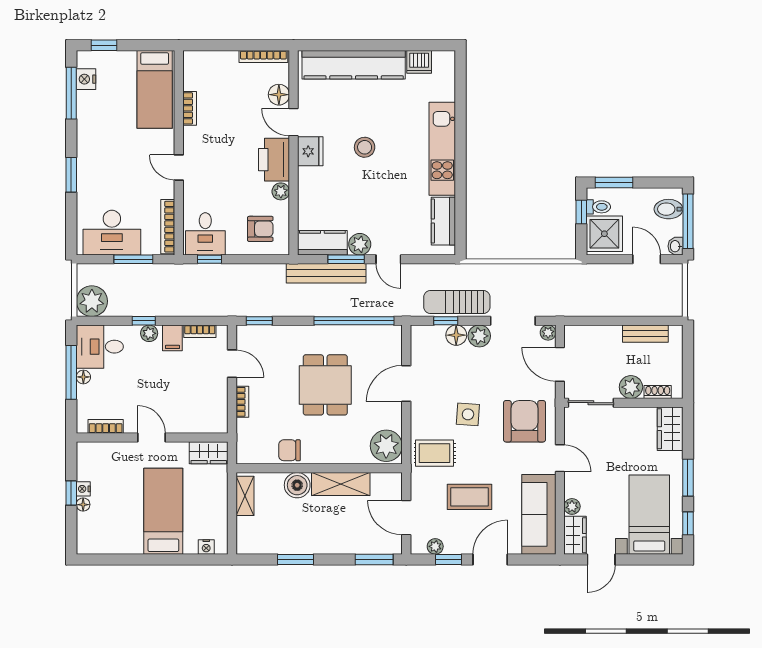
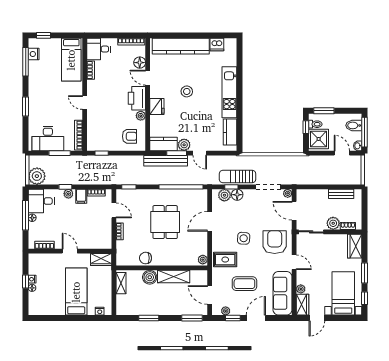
fridge: (310, 151) -> (157, 107), moved
desk: (205, 234) -> (99, 49), moved, turned 90
plant: (479, 336) -> (224, 195), moved
plant: (386, 446) -> (203, 260), width x0.53, depth x0.53

